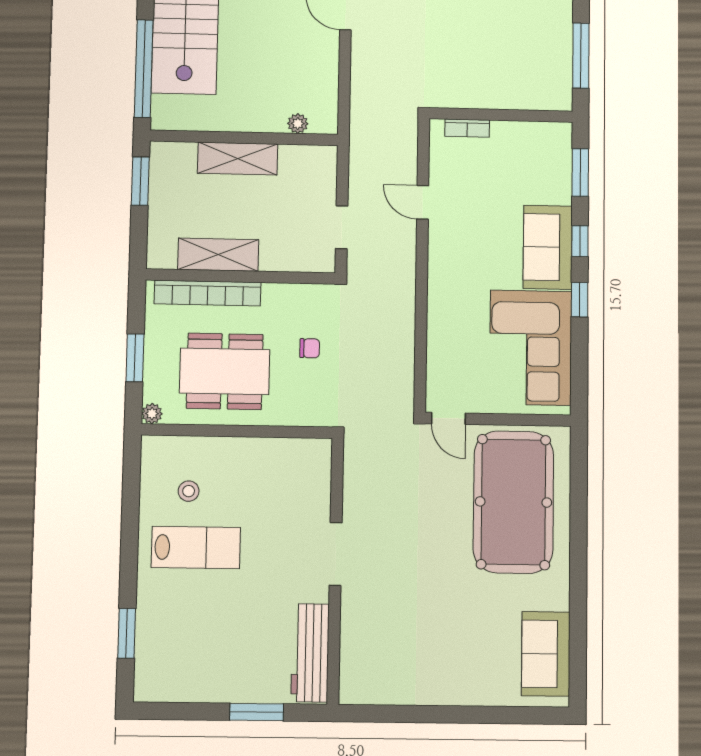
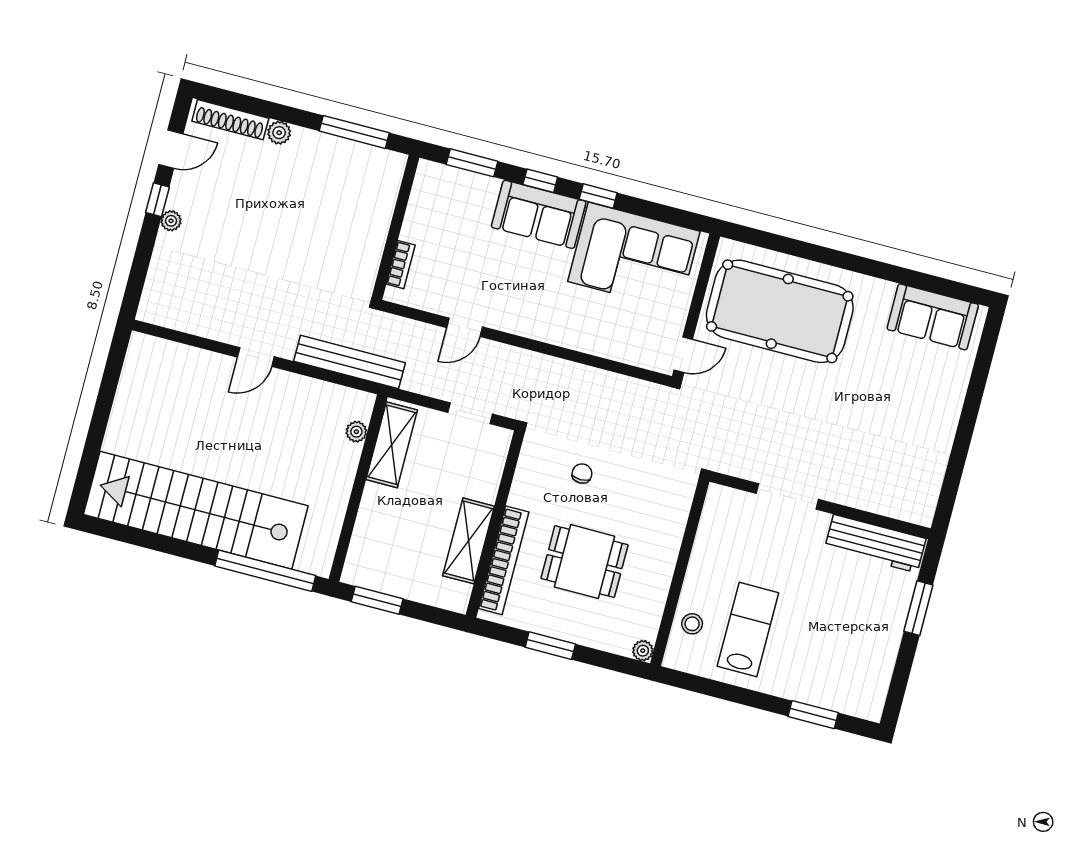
bench: (363, 102) -> (350, 362), added
shelving: (238, 159) -> (392, 445), moved
dining table: (225, 371) -> (585, 562), width x0.73
plant: (152, 414) -> (643, 651), moved
wall: (237, 431) -> (680, 572), moved

